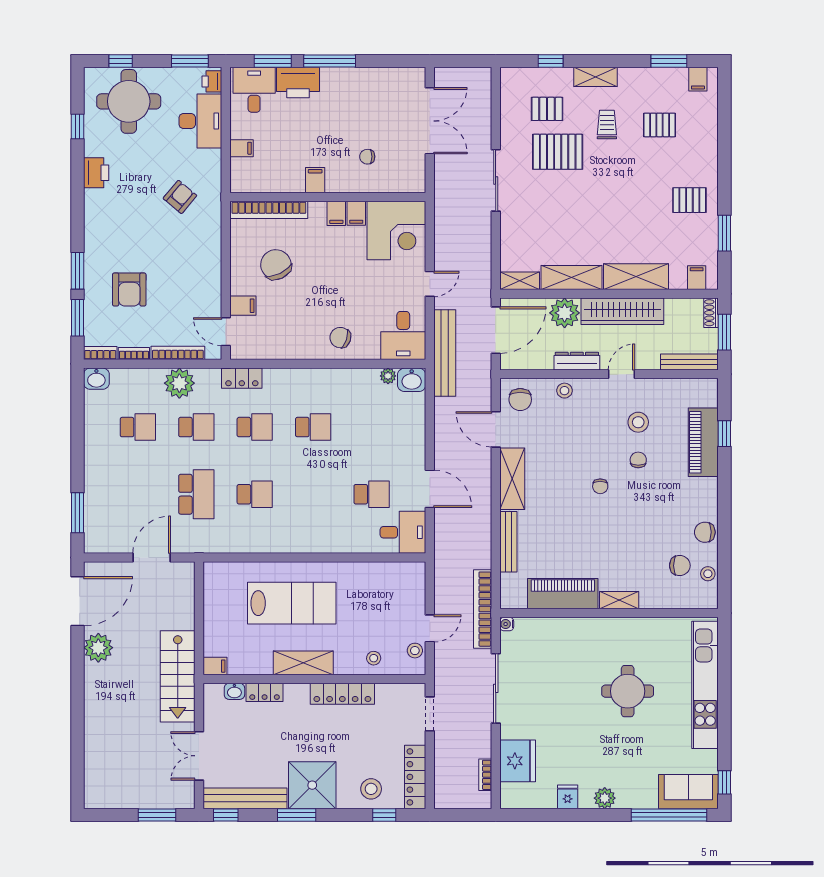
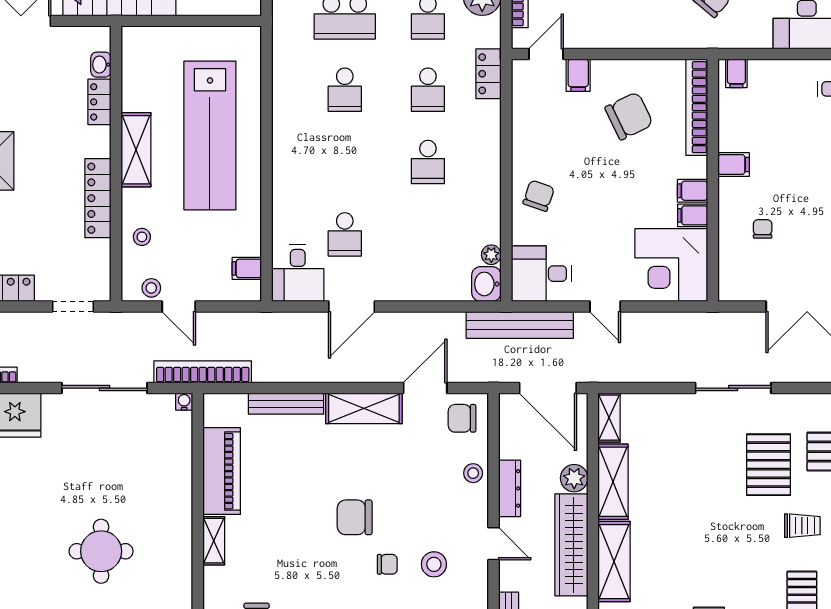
filing cabinet: (242, 148) -> (736, 73), moved
plant: (565, 313) -> (574, 478), width x0.73, depth x0.73
chair: (600, 486) -> (355, 517), width x1.87, depth x1.87
lab bench: (292, 603) -> (210, 135), width x1.36
filing cabinet: (215, 666) -> (247, 268), moved, turned 90

